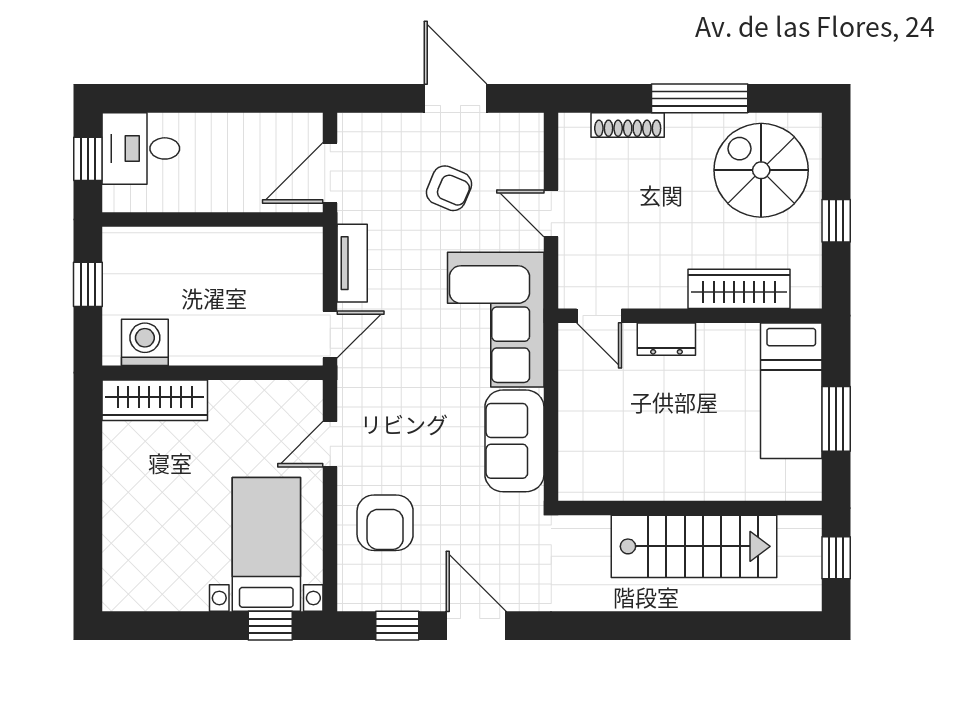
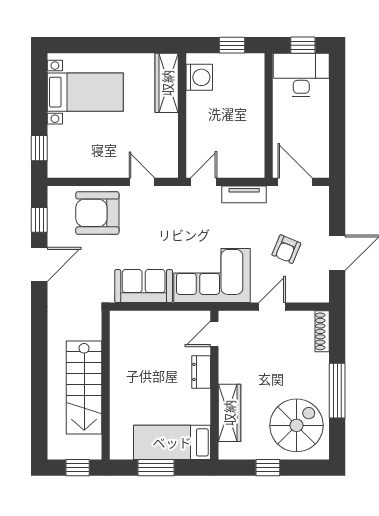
shoe rack: (628, 125) -> (322, 331), moved
desk: (141, 148) -> (301, 75), width x1.37
door: (330, 334) -> (204, 182), swing flipped
armchair: (385, 523) -> (97, 213), width x1.36, depth x1.36
bed with nightstands: (266, 544) -> (85, 92), moved

